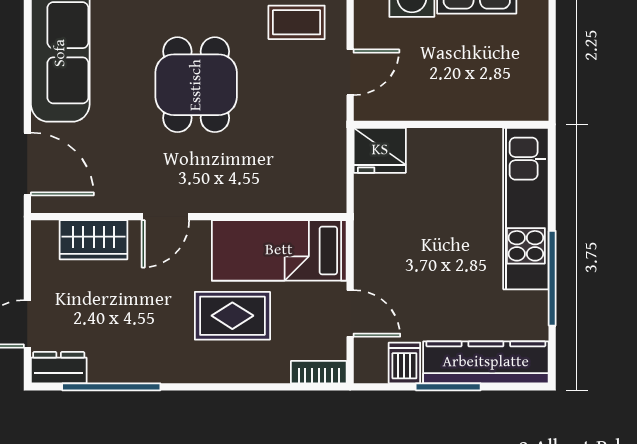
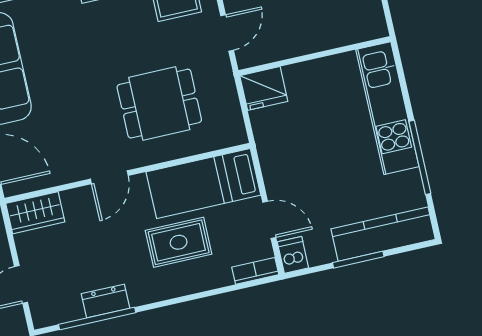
dining table: (196, 85) -> (159, 104), moved, turned 90
wardrobe: (94, 240) -> (35, 213), moved
dishwasher: (404, 363) -> (293, 255), moved
dresser: (59, 368) -> (105, 301), moved

